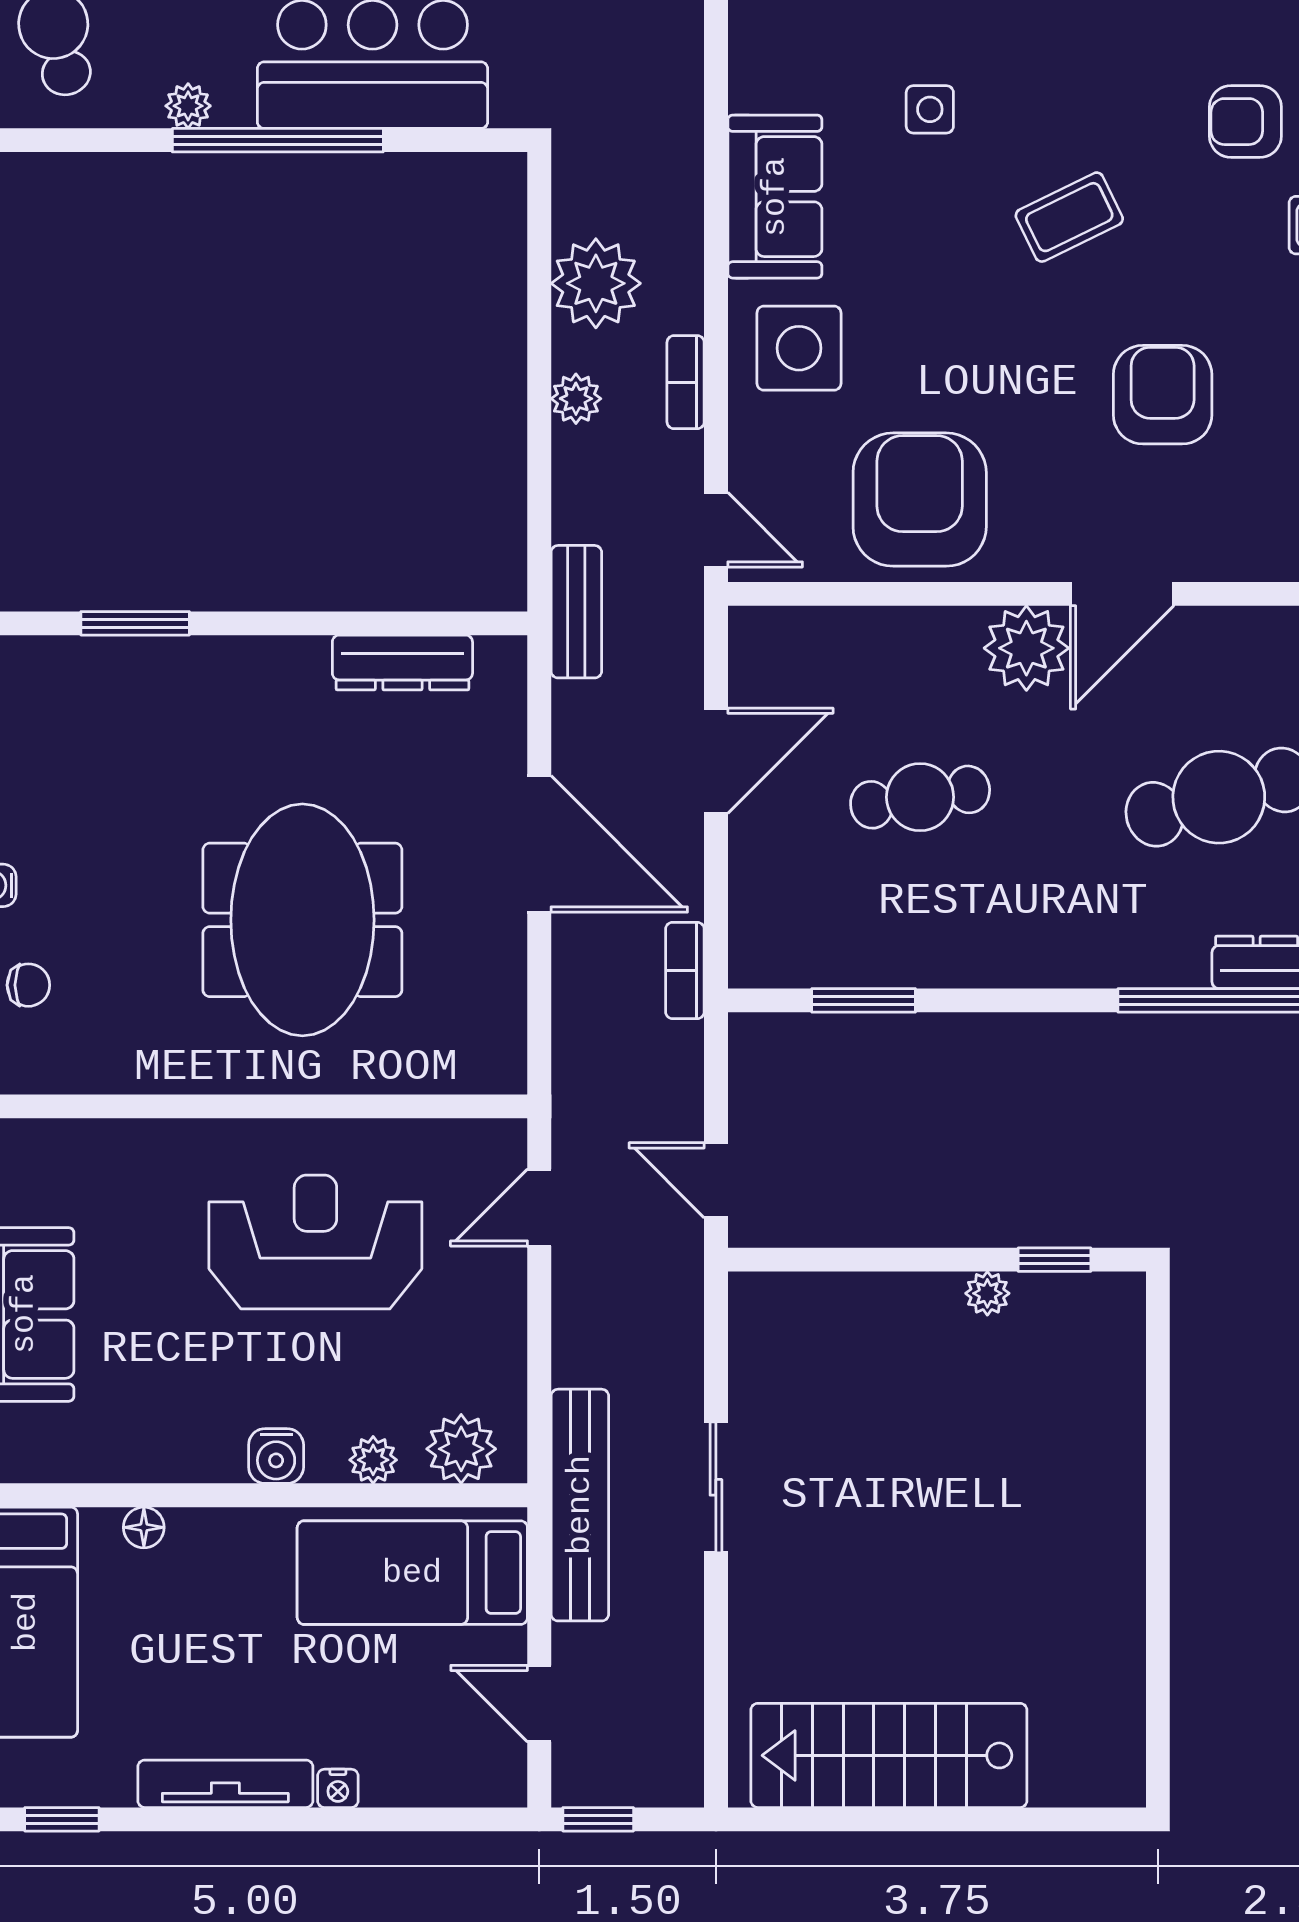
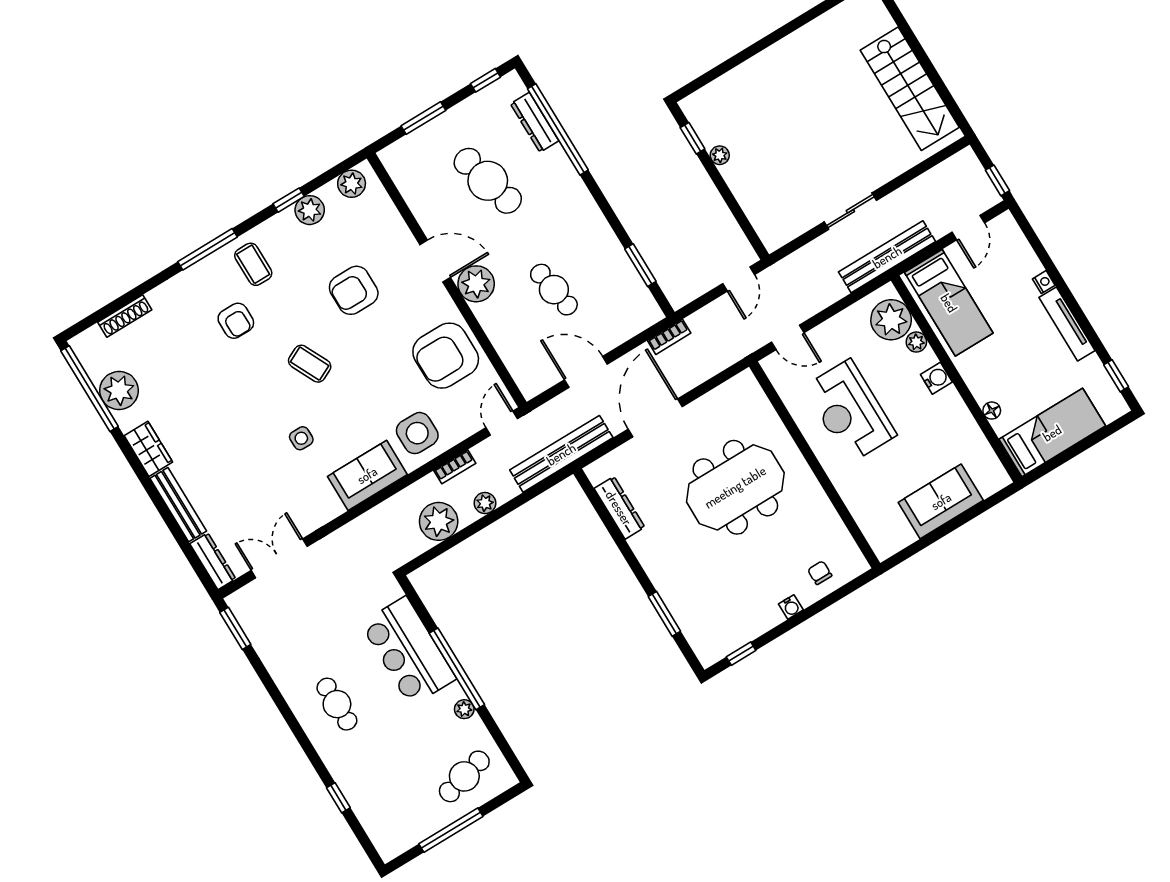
bench: (576, 612) -> (561, 454), width x1.86, depth x1.21
plant: (461, 1449) -> (891, 320), width x1.36, depth x1.36

